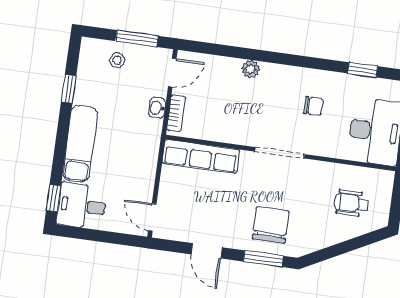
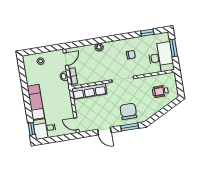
window: (137, 38) -> (46, 49), removed
window: (69, 89) -> (23, 80), removed

